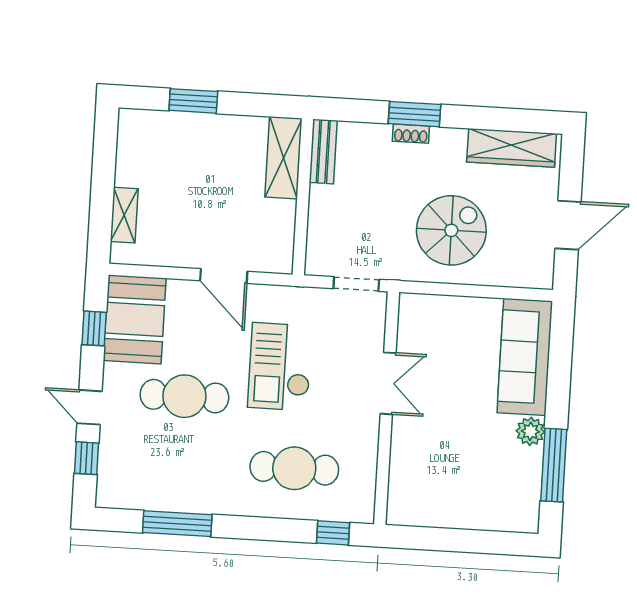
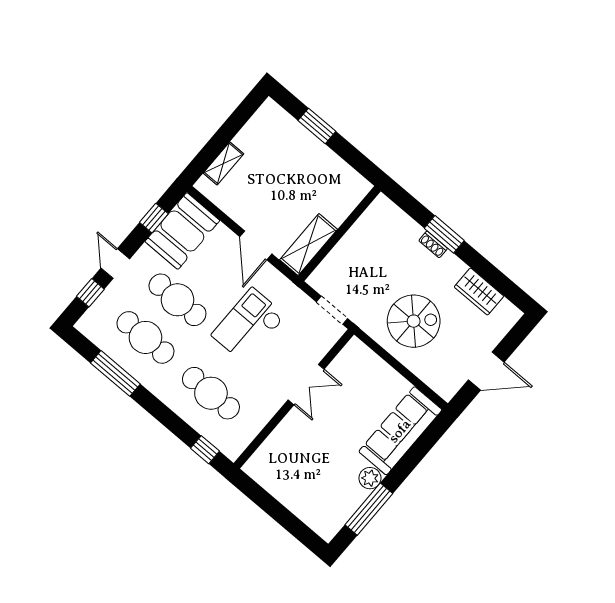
wardrobe: (512, 148) -> (479, 292), width x0.67
bench: (323, 152) -> (372, 215), removed
shelving: (283, 158) -> (309, 245), moved
cafe table: (181, 462) -> (145, 337), added

